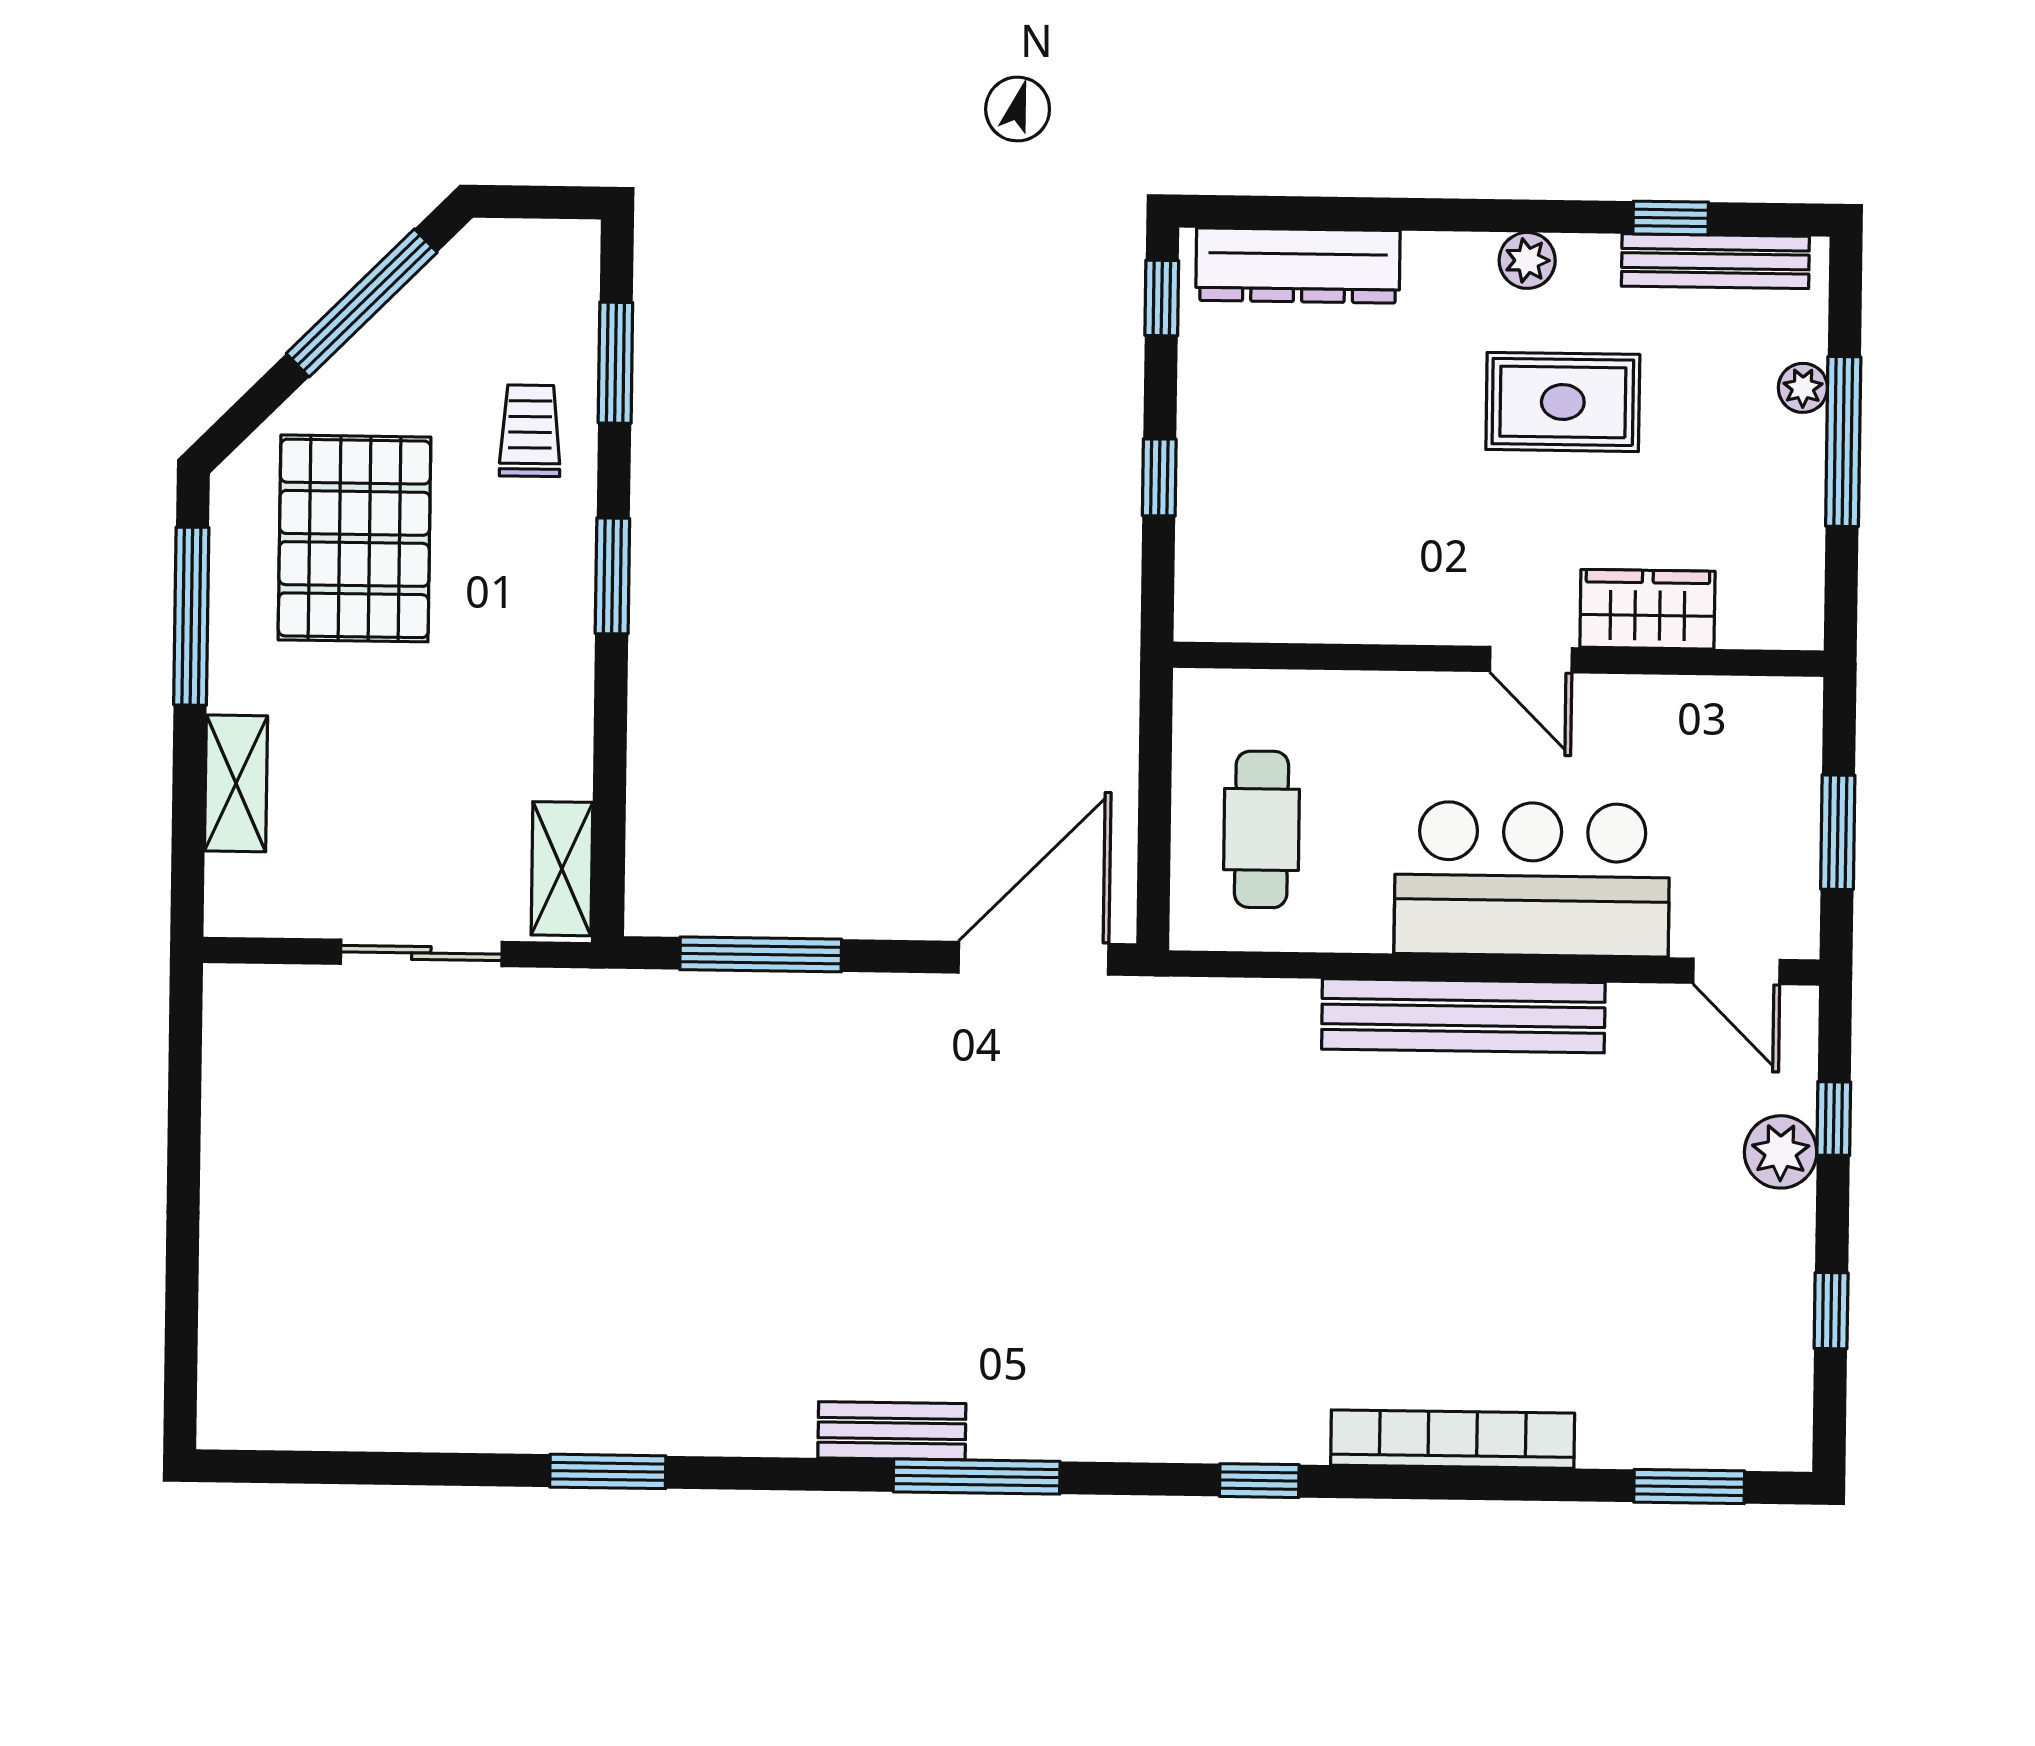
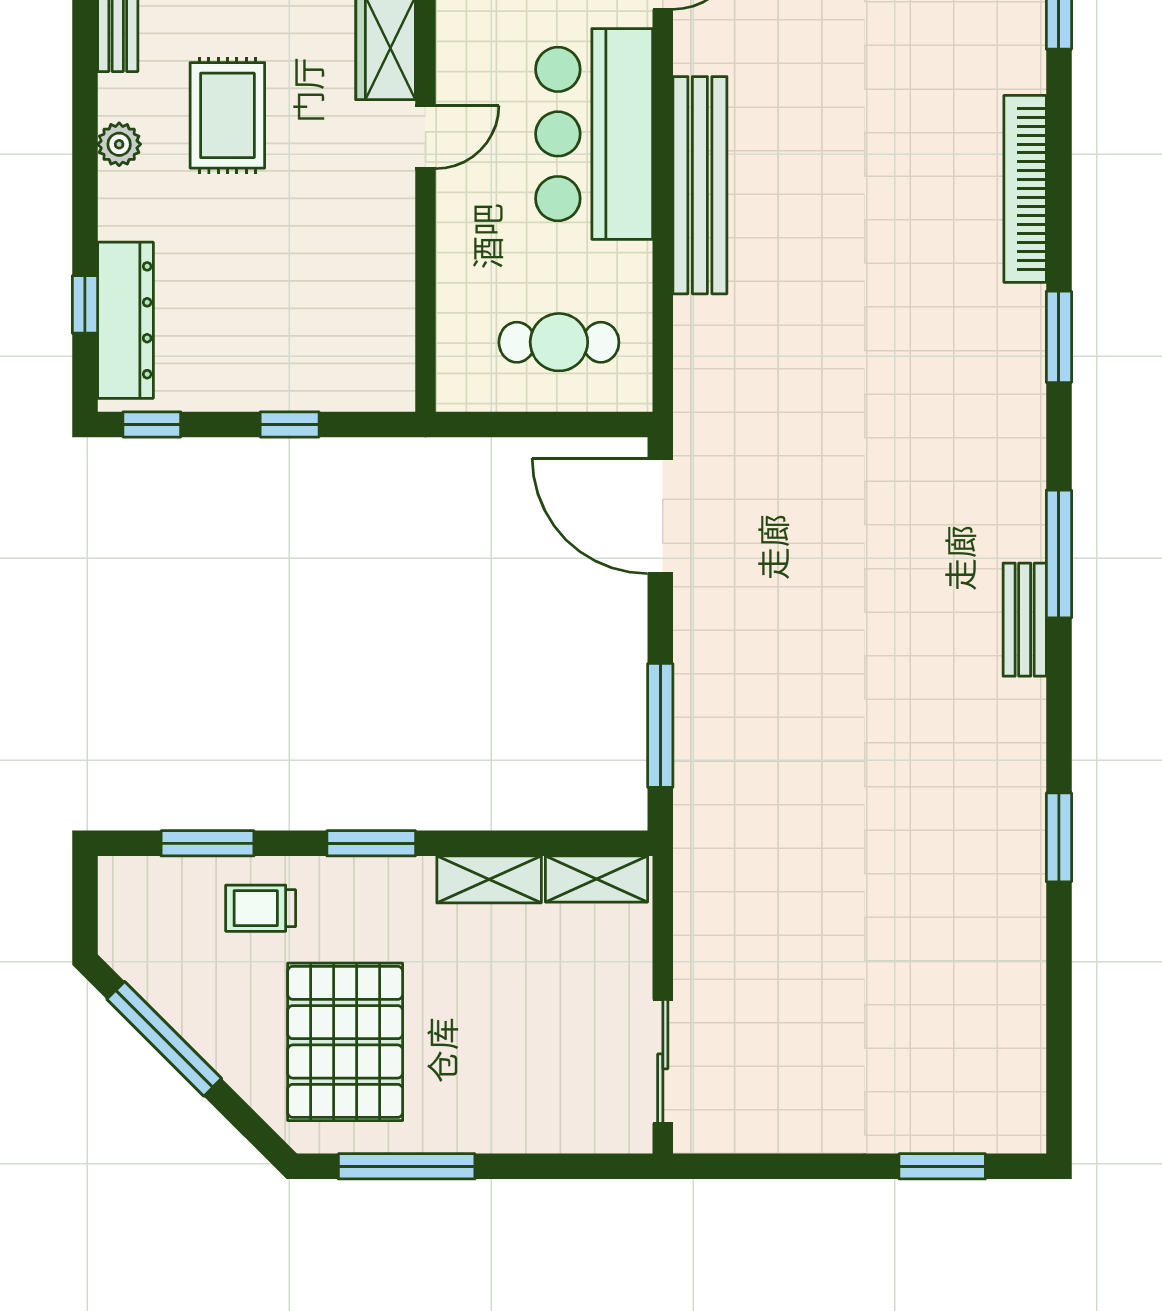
window: (1671, 218) -> (85, 304), moved
pallet: (354, 538) -> (345, 1042), turned 90
shelving: (236, 783) -> (489, 879), moved
sliding door: (421, 953) -> (663, 1061), moved
window: (182, 1313) -> (942, 1166), added
window: (1259, 1481) -> (1059, 337), width x1.50

